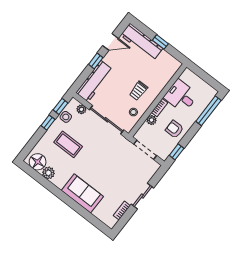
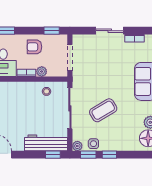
window: (96, 61) -> (53, 155), moved
trolley: (138, 91) -> (26, 101), removed
plant: (81, 109) -> (77, 146), moved
armchair: (174, 129) -> (34, 47), turned 90
coffee table: (68, 144) -> (103, 110), moved, turned 59

